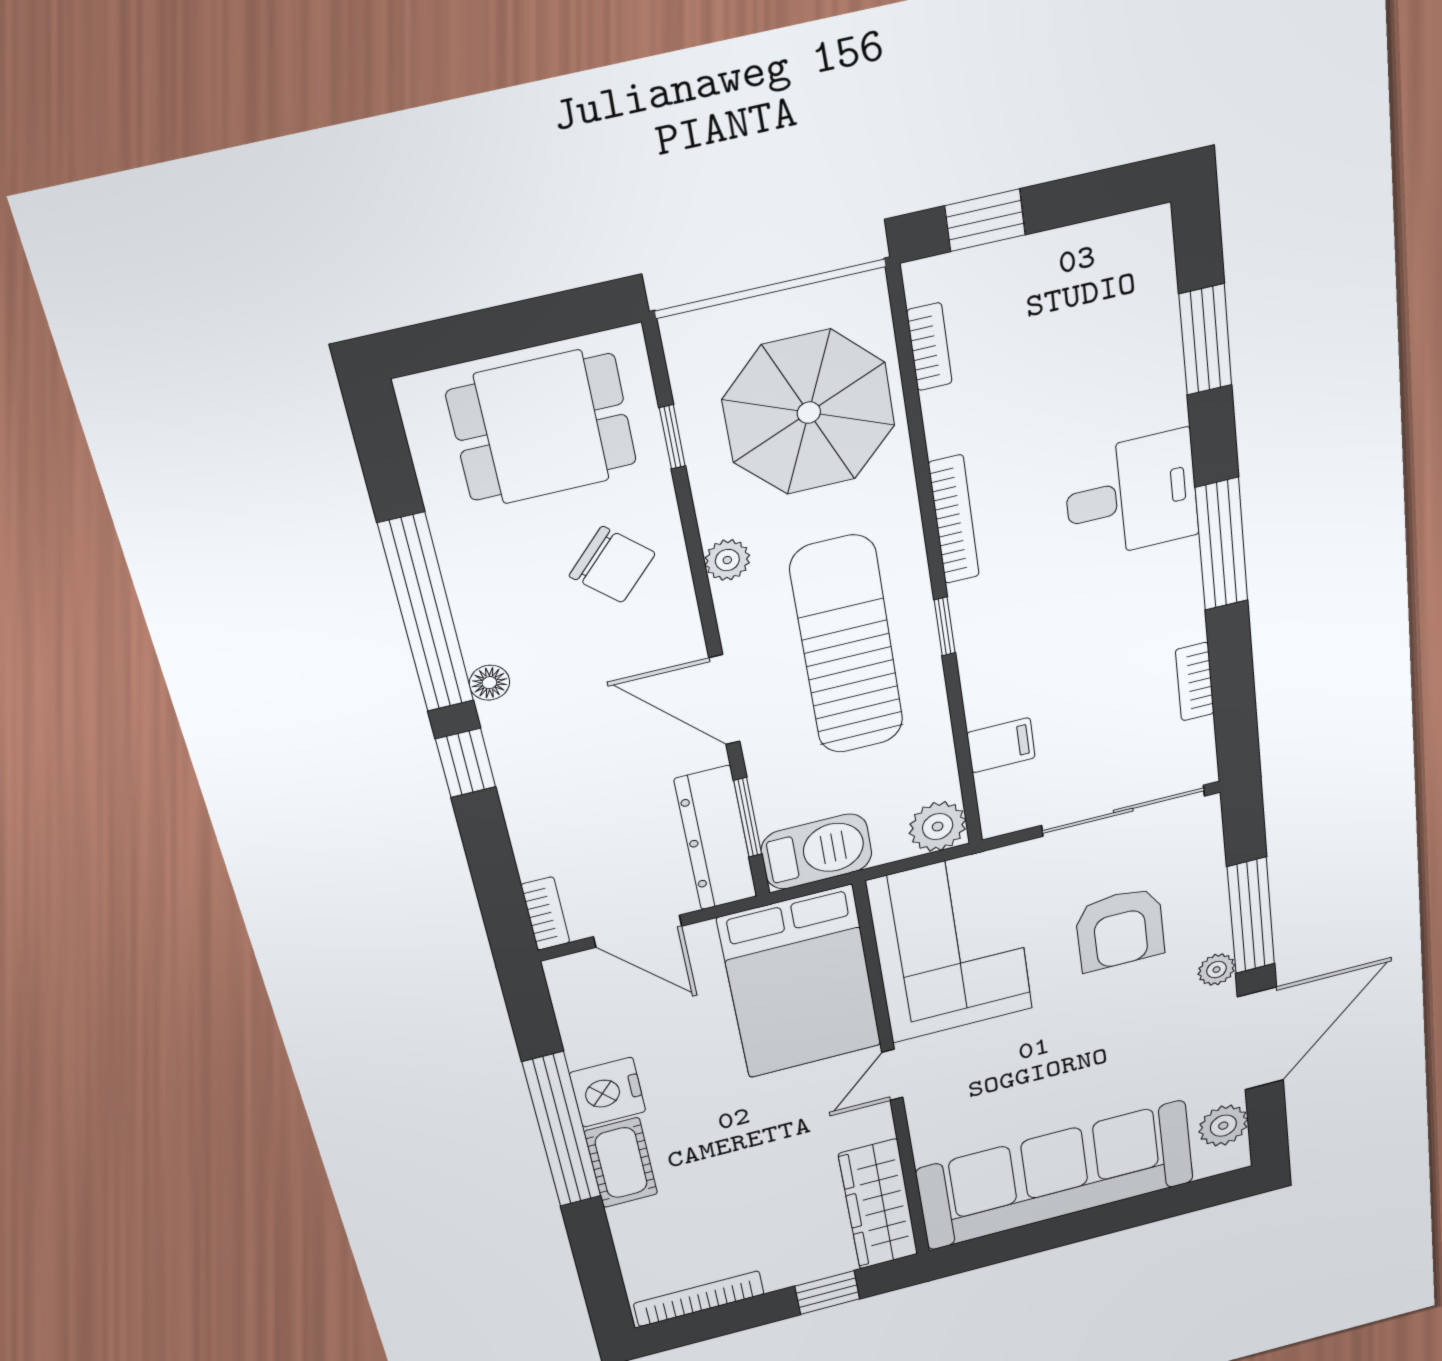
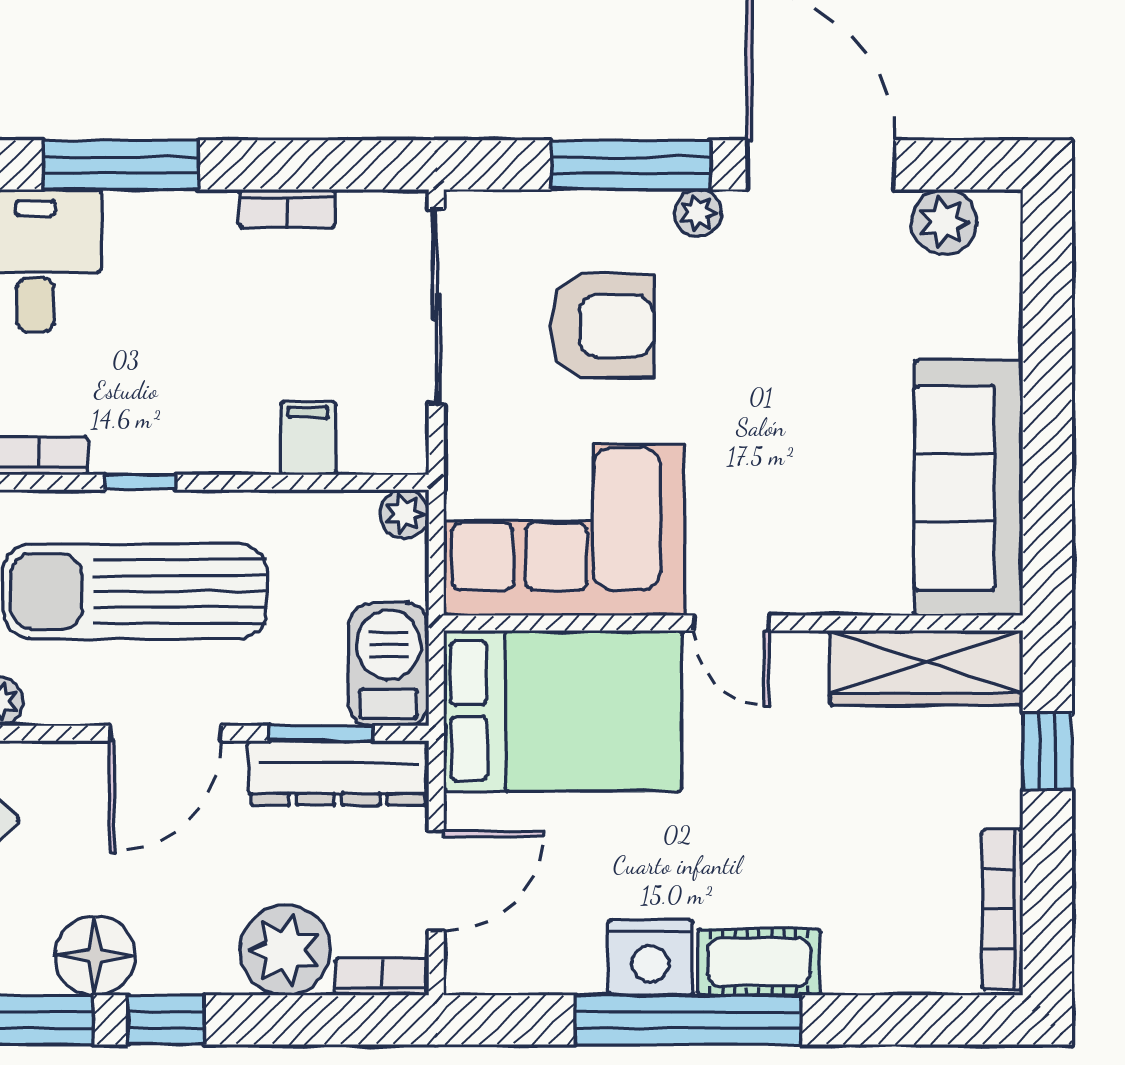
floor lamp: (489, 683) -> (95, 956), width x1.89, depth x1.89
plant: (938, 827) -> (404, 514), width x0.73, depth x0.73
plant: (551, 838) -> (285, 950), added
sofa: (1056, 1175) -> (969, 488), width x0.74, depth x0.79

